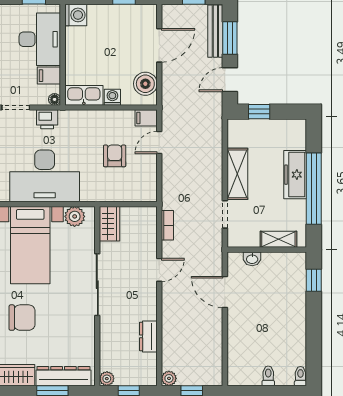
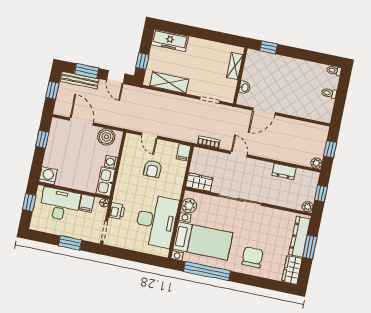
filing cabinet: (146, 118) -> (184, 152), moved
armchair: (115, 156) -> (152, 169), turned -90
shelving: (237, 174) -> (169, 83), moved
freezer: (295, 175) -> (170, 40), moved
window: (314, 189) -> (204, 34), removed

